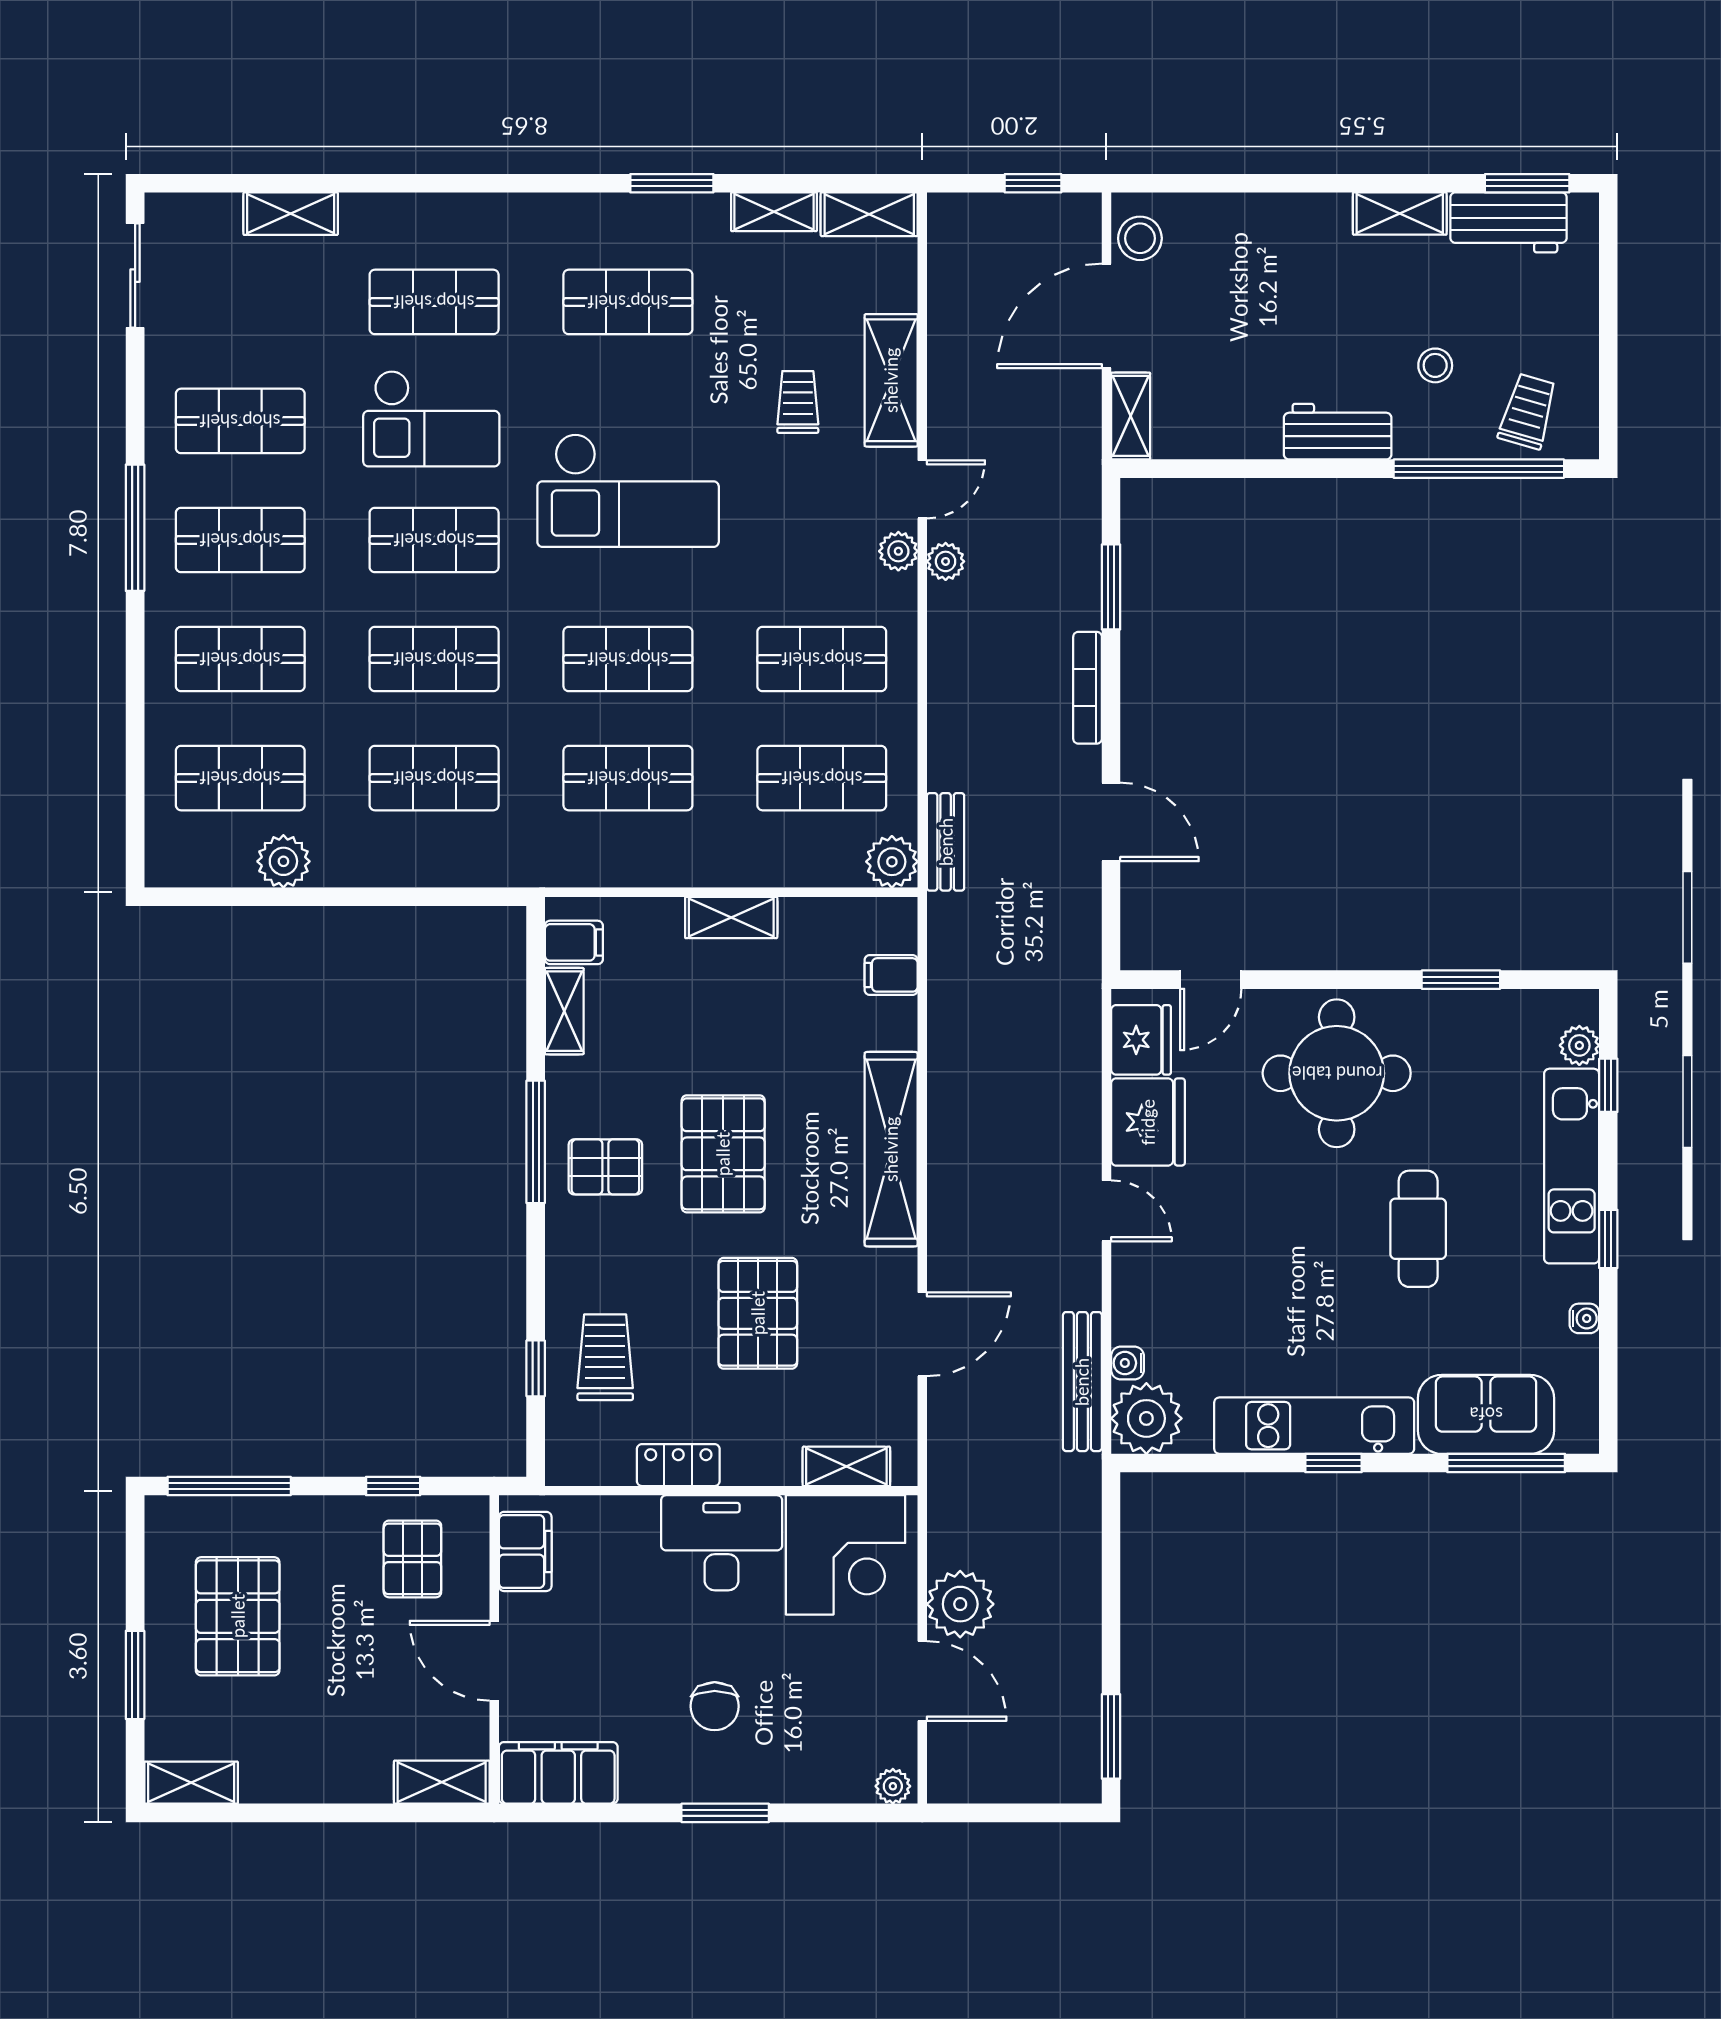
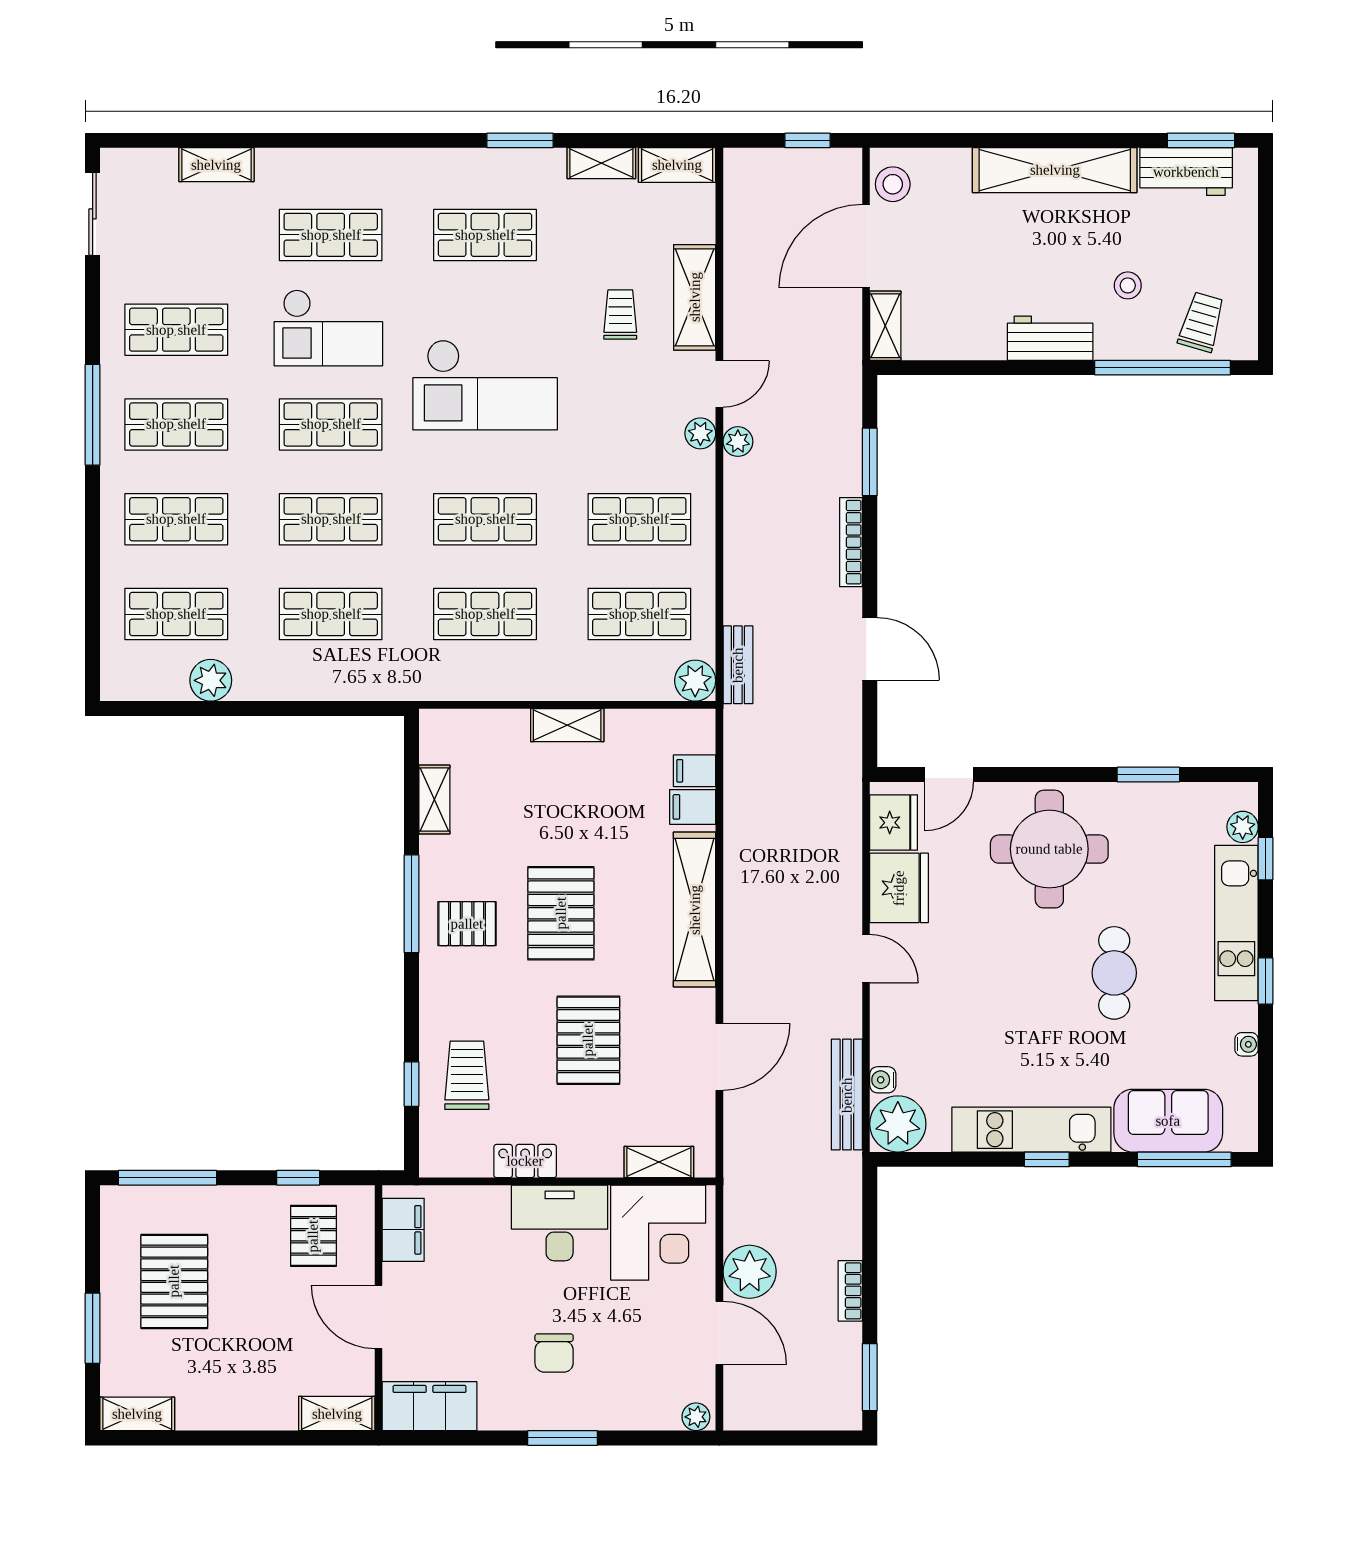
shelving: (1400, 214) -> (1055, 170), width x2.20, depth x1.33
filing cabinet: (574, 942) -> (693, 807), moved, turned 180
bookcase: (1087, 1628) -> (850, 1291), added

